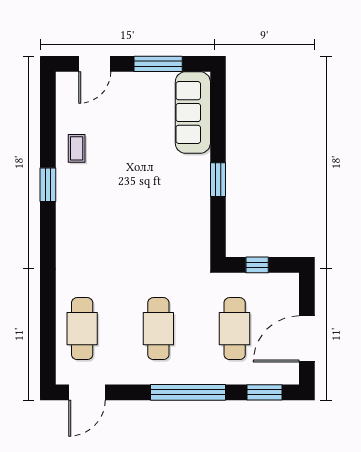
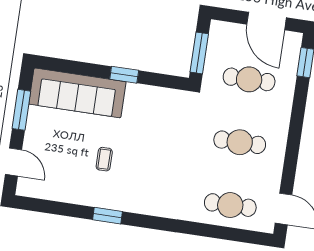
sofa: (193, 112) -> (77, 93), width x1.36, depth x1.27
coffee table: (77, 148) -> (104, 159), moved, turned 90
window: (257, 265) -> (199, 53), width x2.17
window: (188, 392) -> (296, 126), removed

